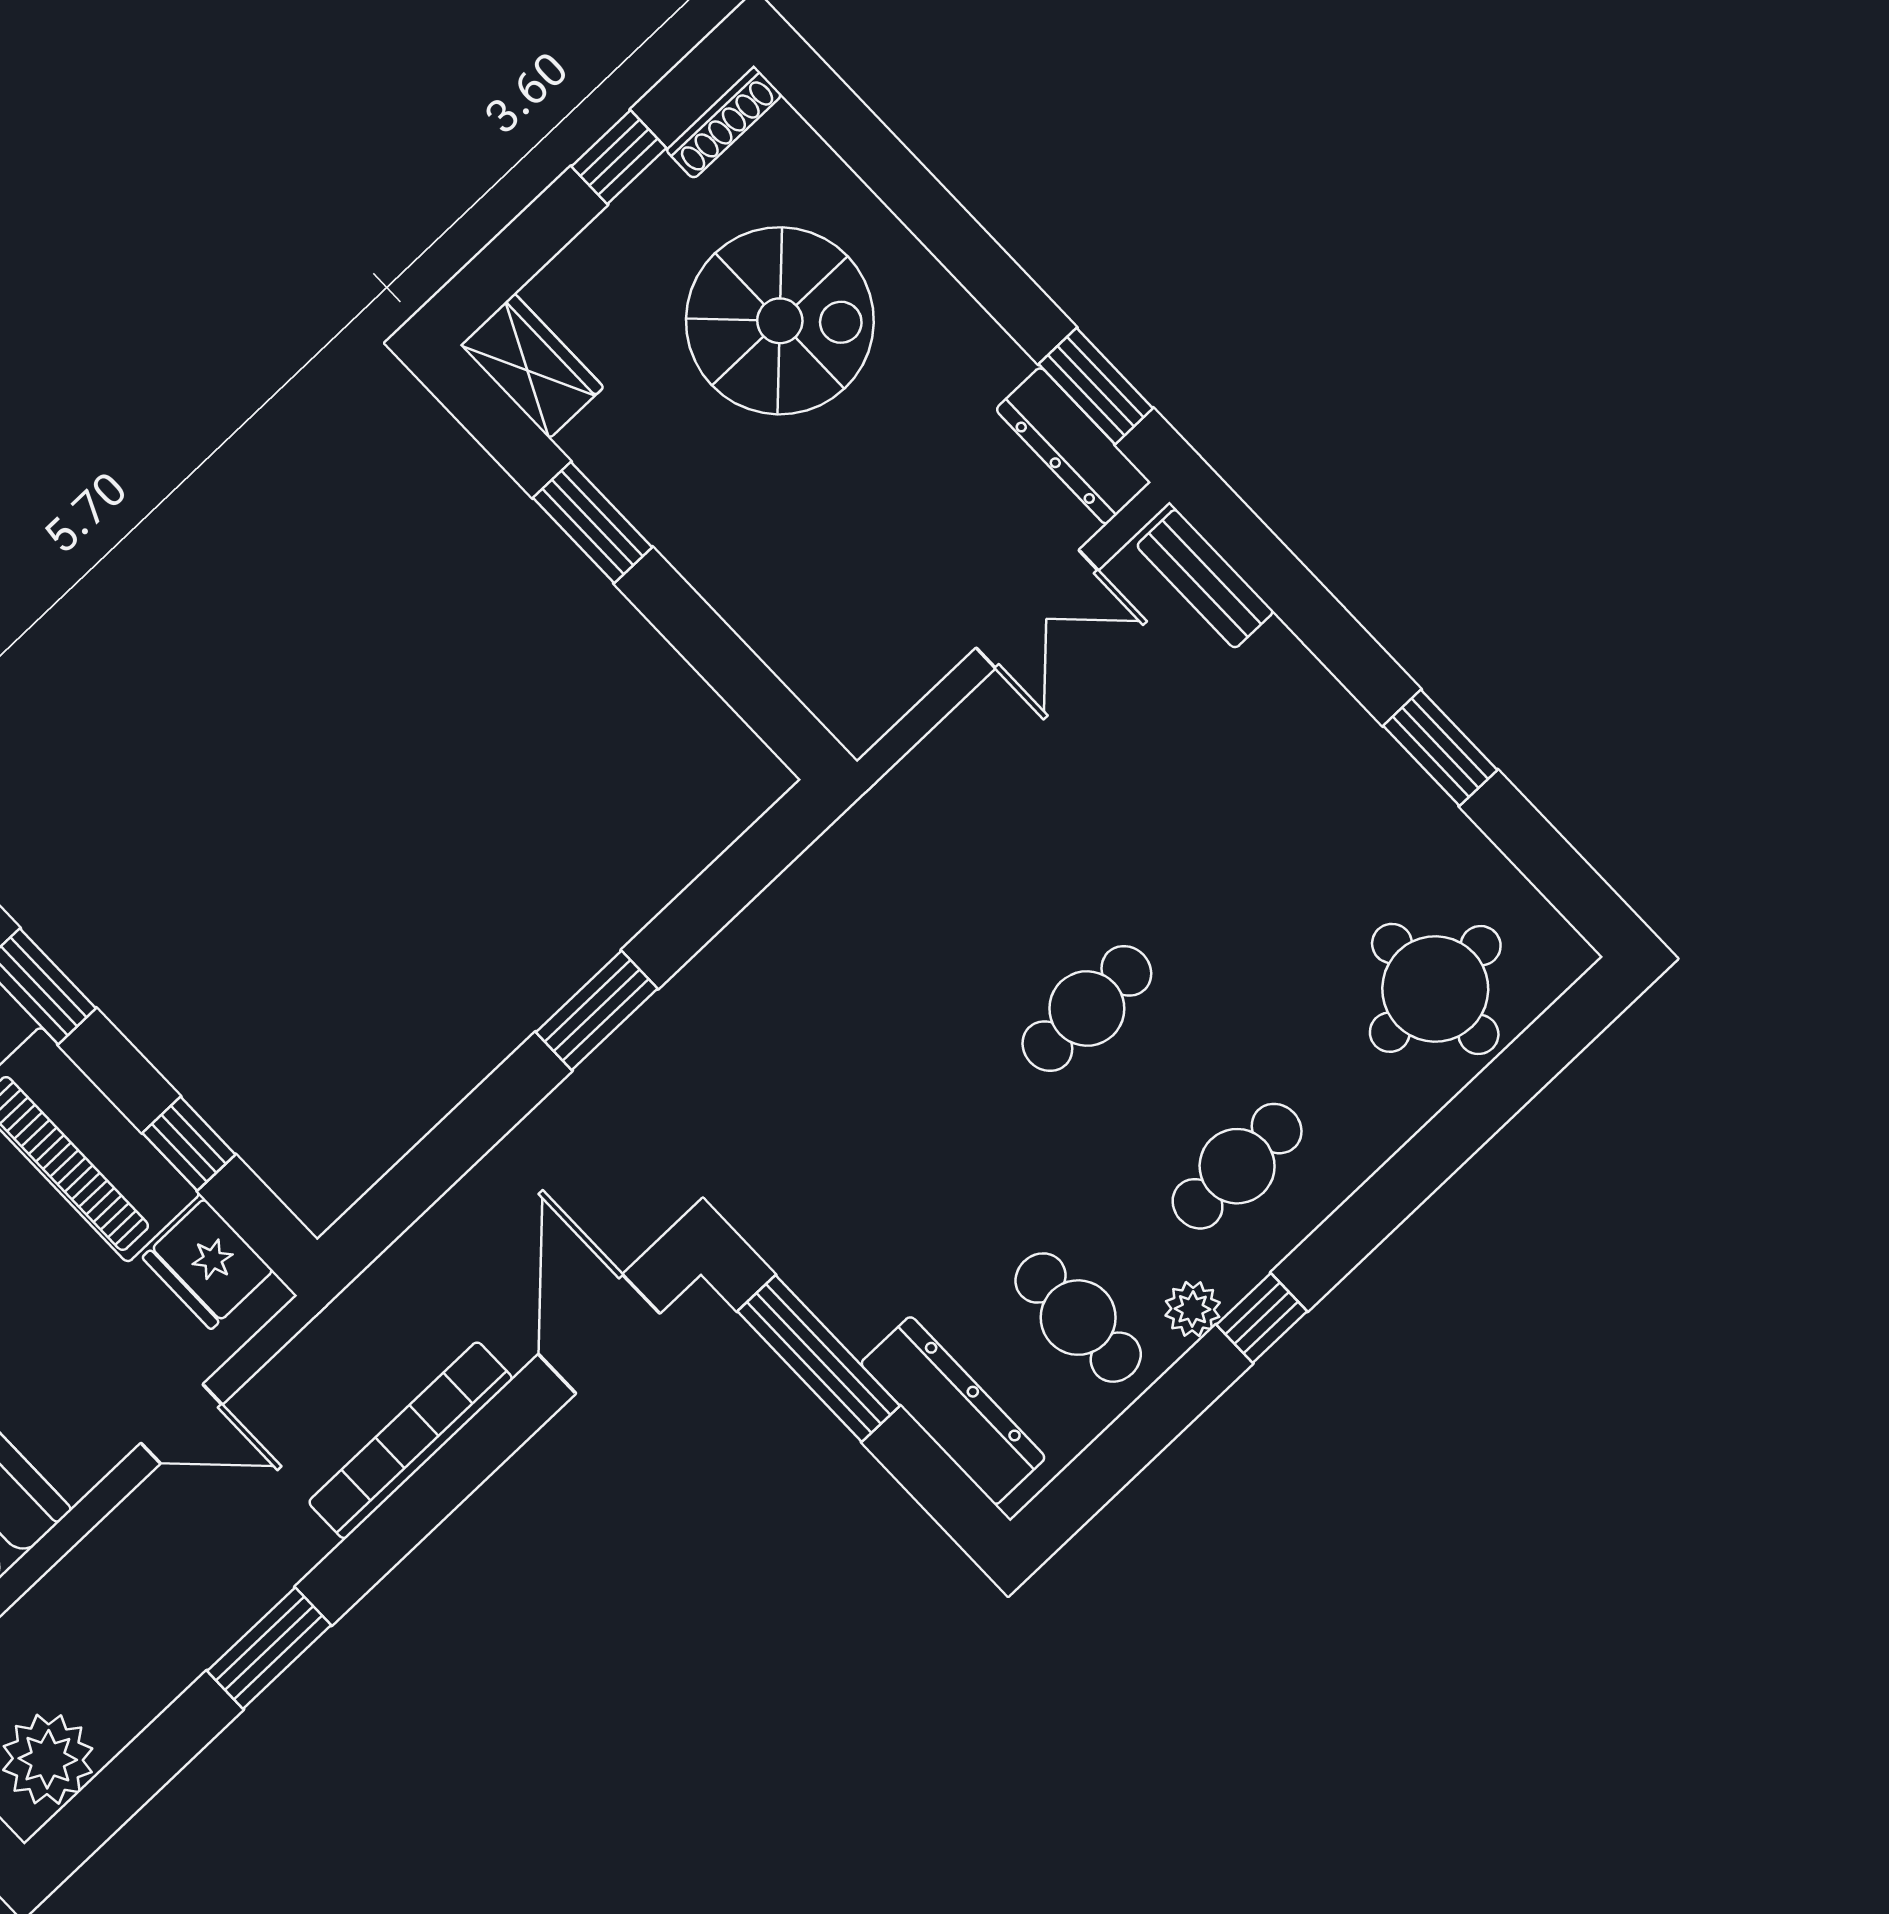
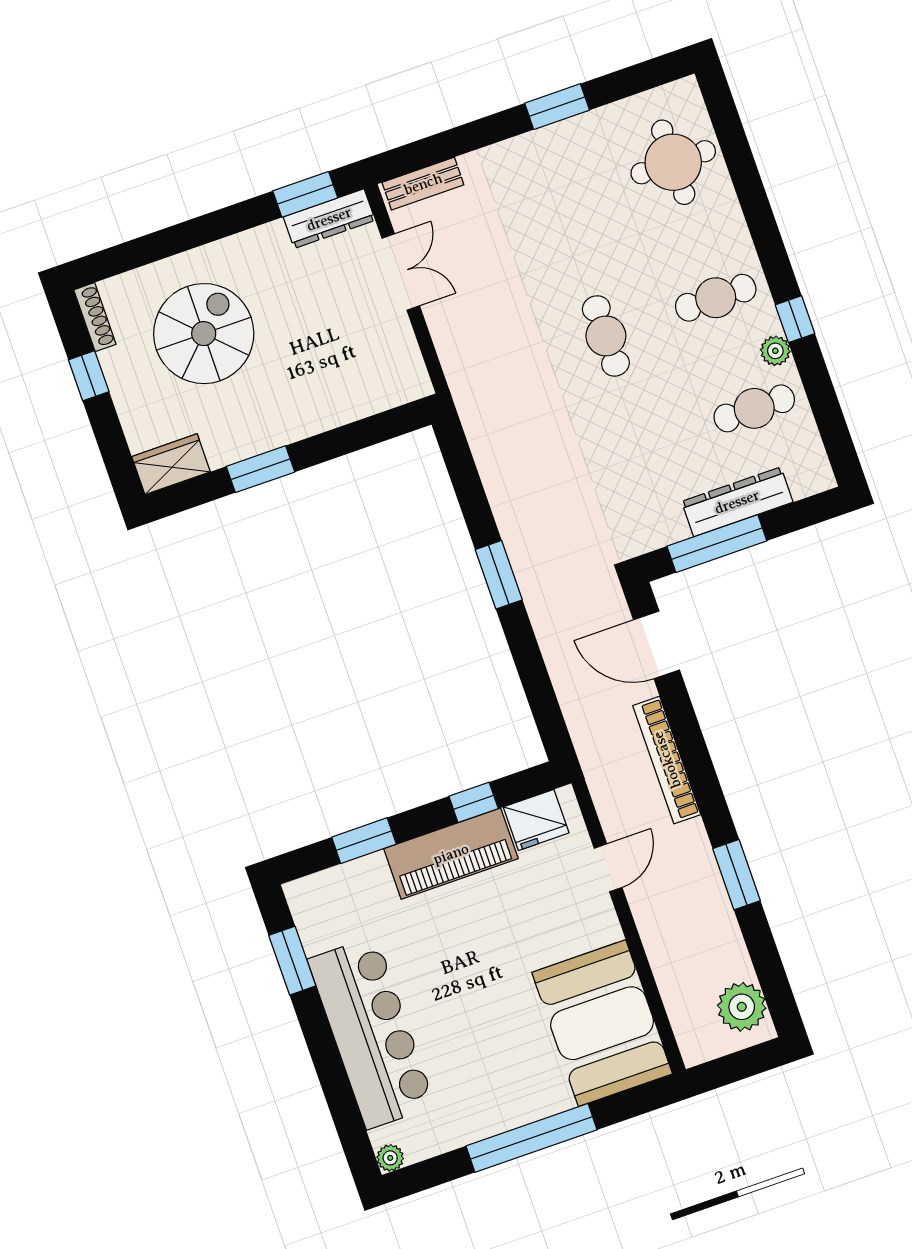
cafe table: (1237, 1166) -> (716, 298), turned 90
dresser: (953, 1411) -> (737, 502), moved

